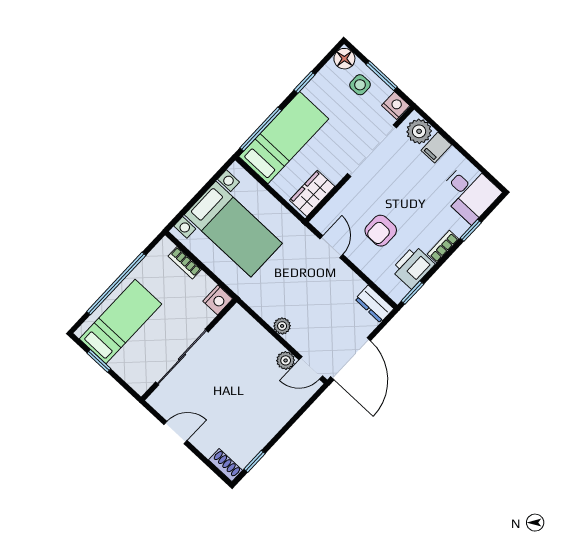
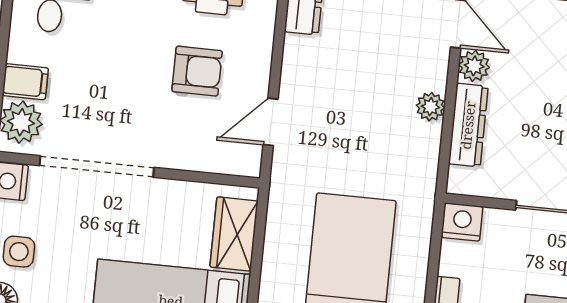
wardrobe: (312, 193) -> (234, 234), moved, turned 90
dresser: (260, 337) -> (468, 125), added

